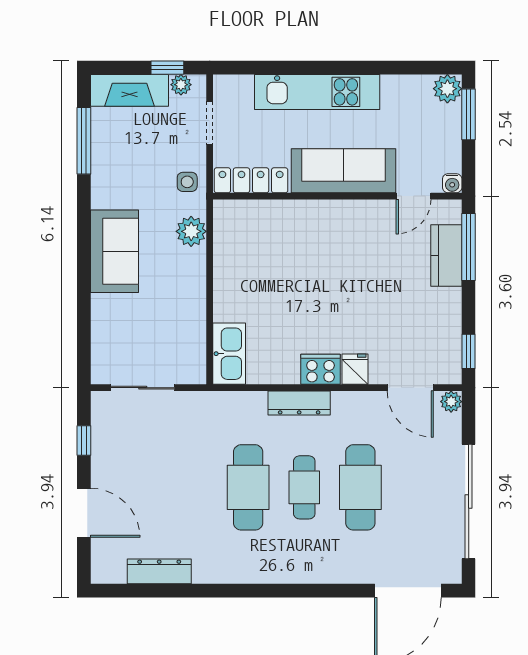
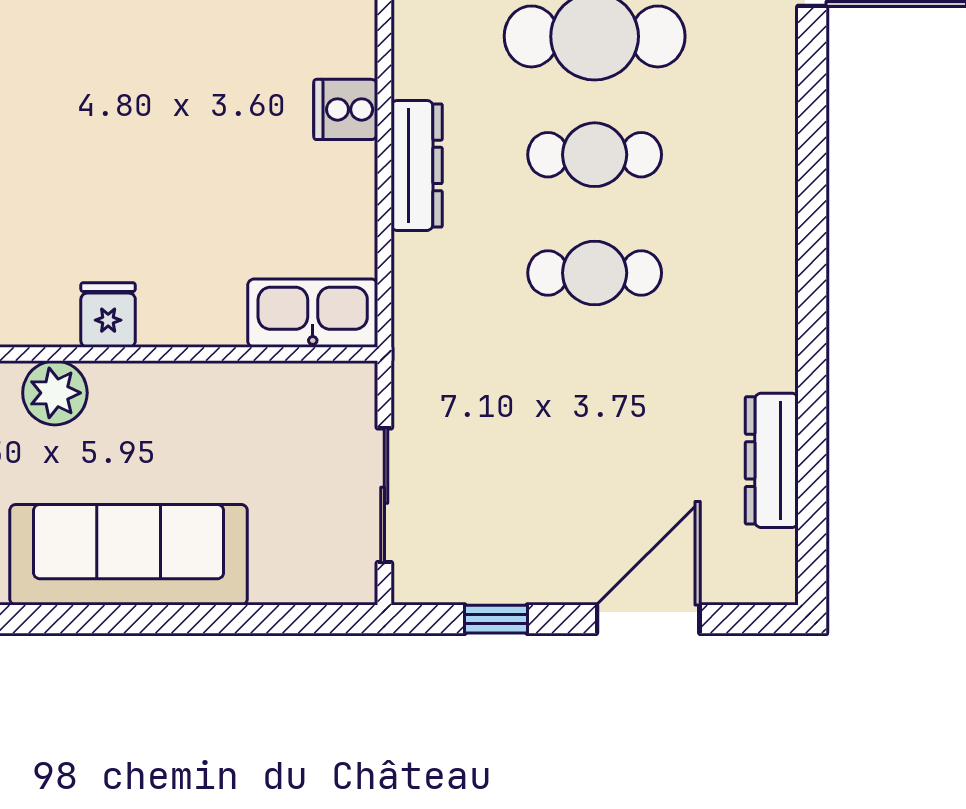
sofa: (114, 251) -> (129, 555), width x1.36
cooker: (321, 369) -> (346, 109), width x0.73
fridge: (355, 369) -> (108, 315), moved, turned 90
cafe table: (248, 487) -> (595, 273), width x0.73, depth x0.74

